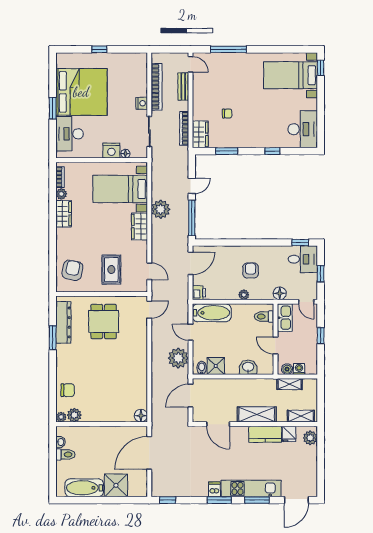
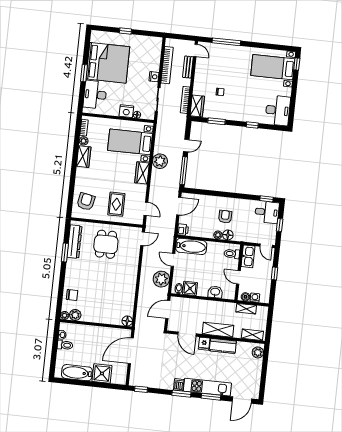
floor lamp: (280, 293) -> (228, 235), moved
fridge: (289, 434) -> (204, 344), moved

